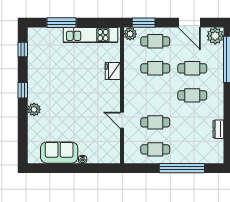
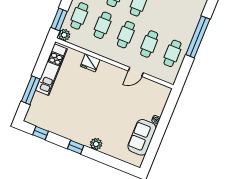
cafe table: (155, 95) -> (126, 35), added

